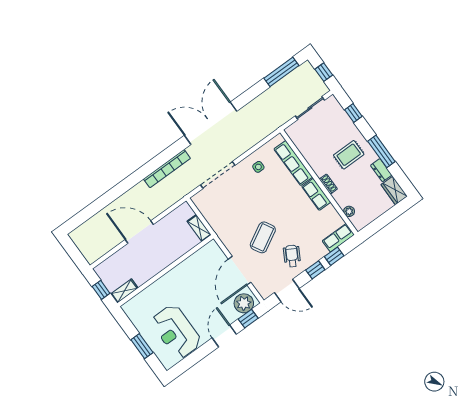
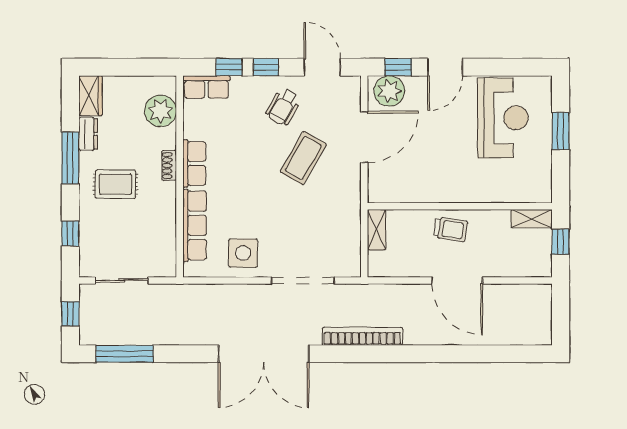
side table: (258, 167) -> (243, 253), width x1.87, depth x1.87
plant: (349, 211) -> (160, 111), width x1.88, depth x1.88
coffee table: (263, 237) -> (303, 158), turned -31
trolley: (162, 256) -> (451, 229), added

